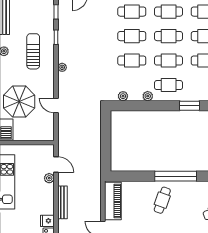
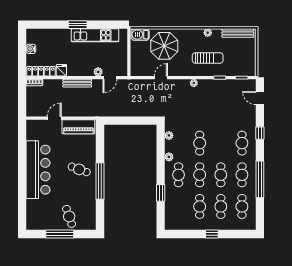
cafe table: (132, 36) -> (221, 143), removed

